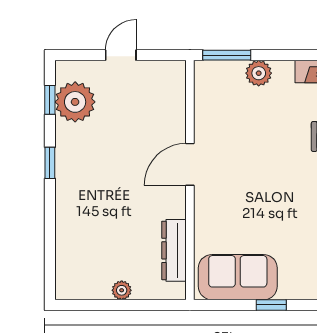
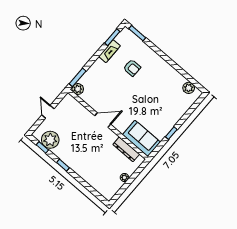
plant: (259, 73) -> (78, 89), moved
door: (190, 164) -> (103, 120), swing flipped
sofa: (238, 277) -> (141, 138), moved, turned 90

